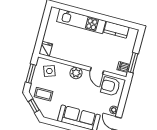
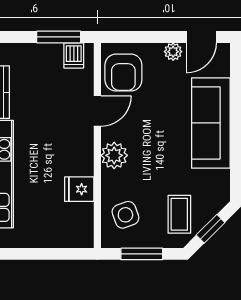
fridge: (46, 49) -> (79, 189), moved

